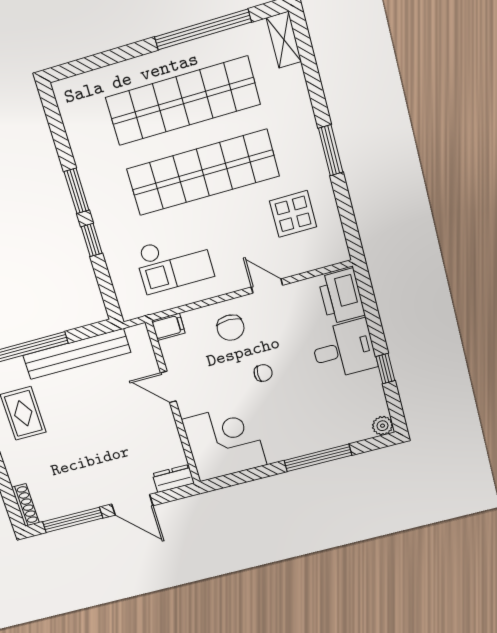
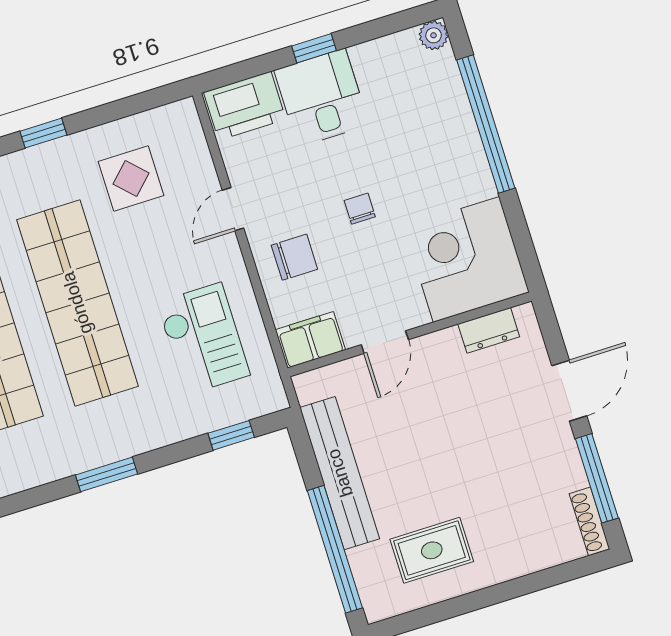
window: (331, 150) -> (43, 133), width x0.67
window: (92, 240) -> (231, 435), moved
filing cabinet: (168, 327) -> (310, 340), width x2.00
window: (385, 369) -> (314, 48), moved
window: (318, 458) -> (486, 124), width x1.46
dresser: (173, 479) -> (489, 330), moved, turned -90
shoe rack: (25, 505) -> (590, 521), moved, turned -90

